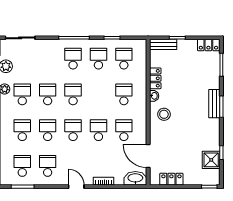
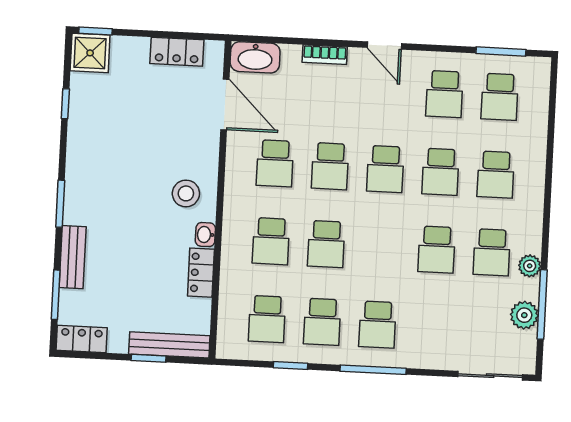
bench: (163, 44) -> (169, 345), width x1.36
school desk: (73, 94) -> (326, 244), moved
bench: (214, 104) -> (73, 257), moved
shower: (211, 160) -> (90, 53), moved

